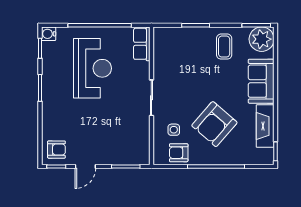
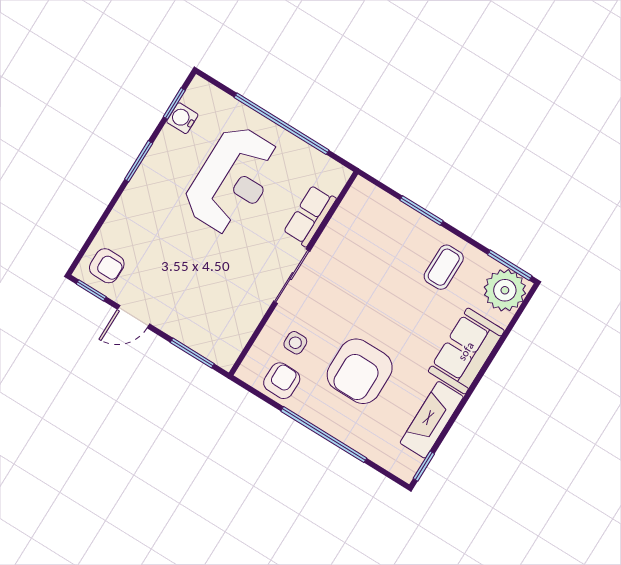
water cooler: (49, 34) -> (182, 118), moved
row of seats: (142, 44) -> (310, 216), moved
armchair: (214, 124) -> (360, 371), turned -41
armchair: (179, 153) -> (282, 381), turned 91

